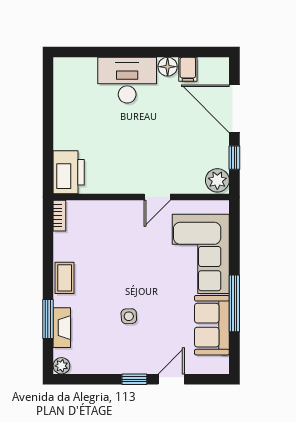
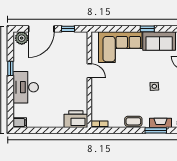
window: (162, 52) -> (10, 68), added
floor lamp: (168, 67) -> (18, 65), removed
filing cabinet: (188, 69) -> (20, 123), moved
plant: (217, 180) -> (22, 38), moved
window: (234, 303) -> (147, 29), width x0.46

